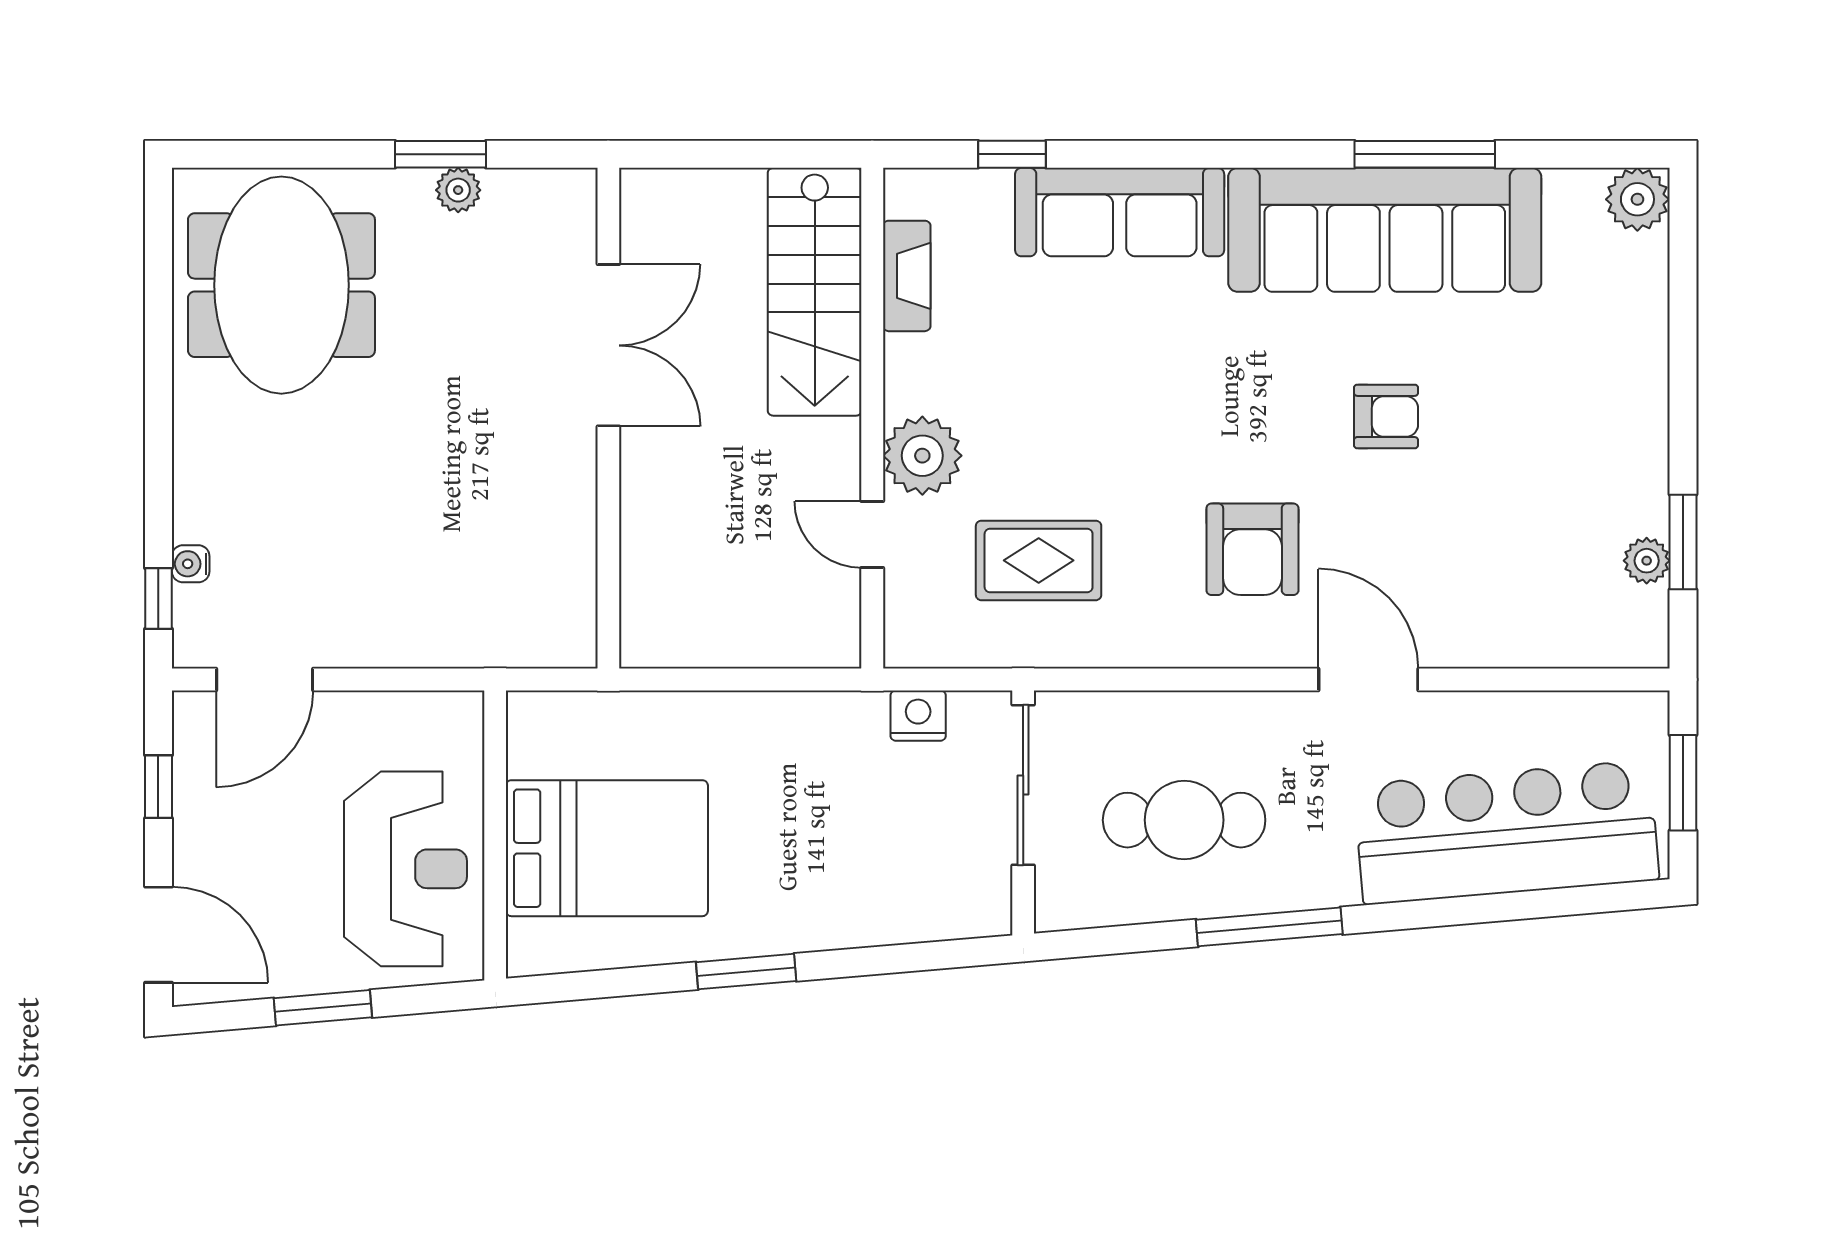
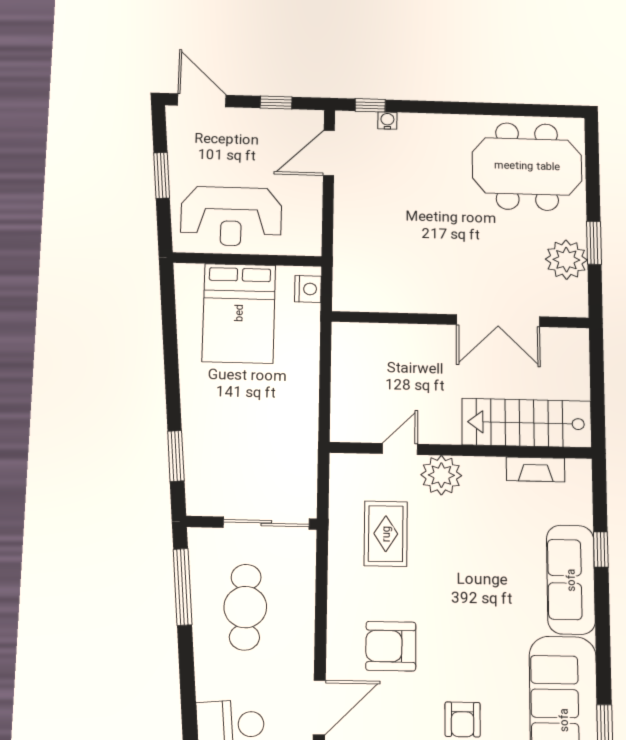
window: (1012, 154) -> (601, 549), moved
plant: (458, 190) -> (566, 260), width x1.87, depth x1.87
door: (265, 680) -> (329, 153), hinge flipped
nightstand: (918, 716) -> (308, 289), moved
window: (1269, 927) -> (183, 587), moved
door: (158, 935) -> (202, 100), swing flipped
window: (746, 972) -> (176, 456), moved

